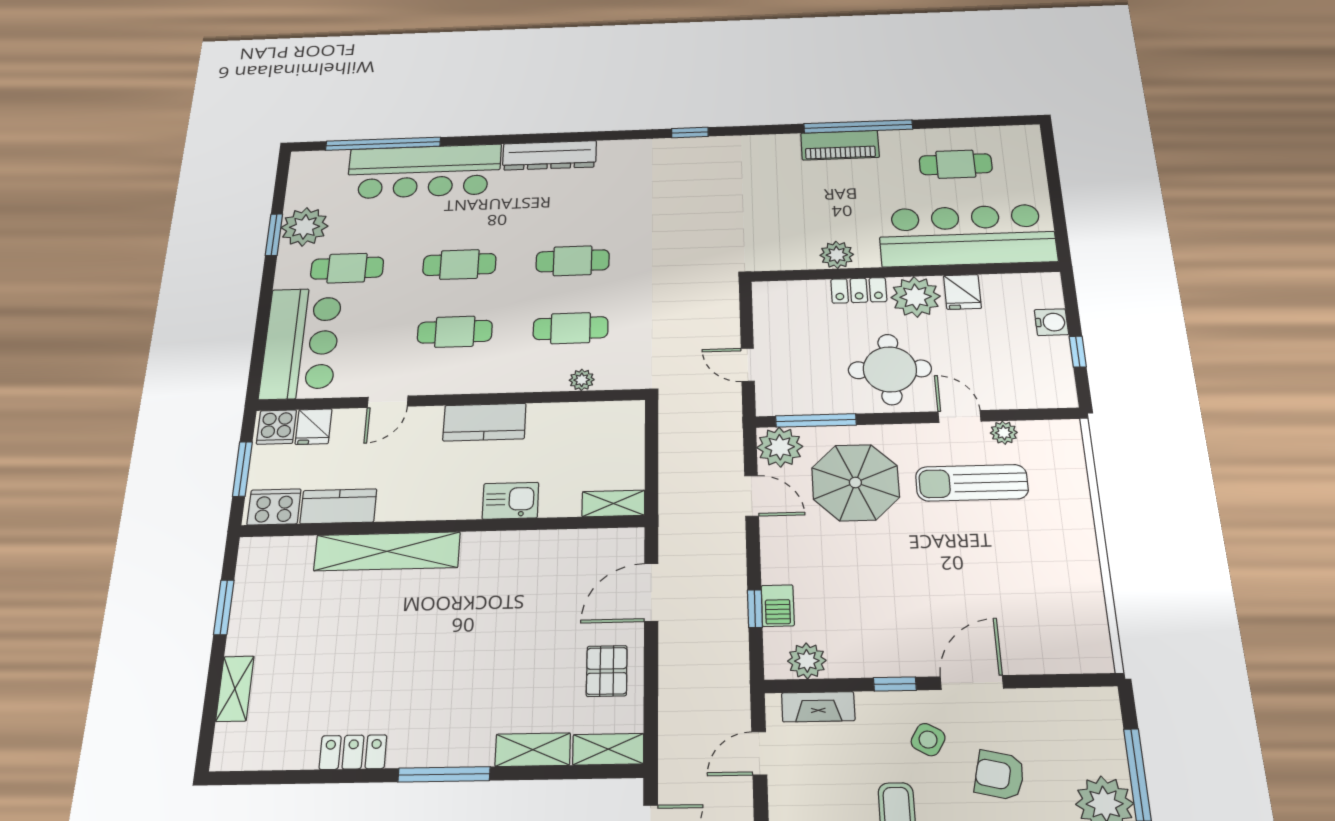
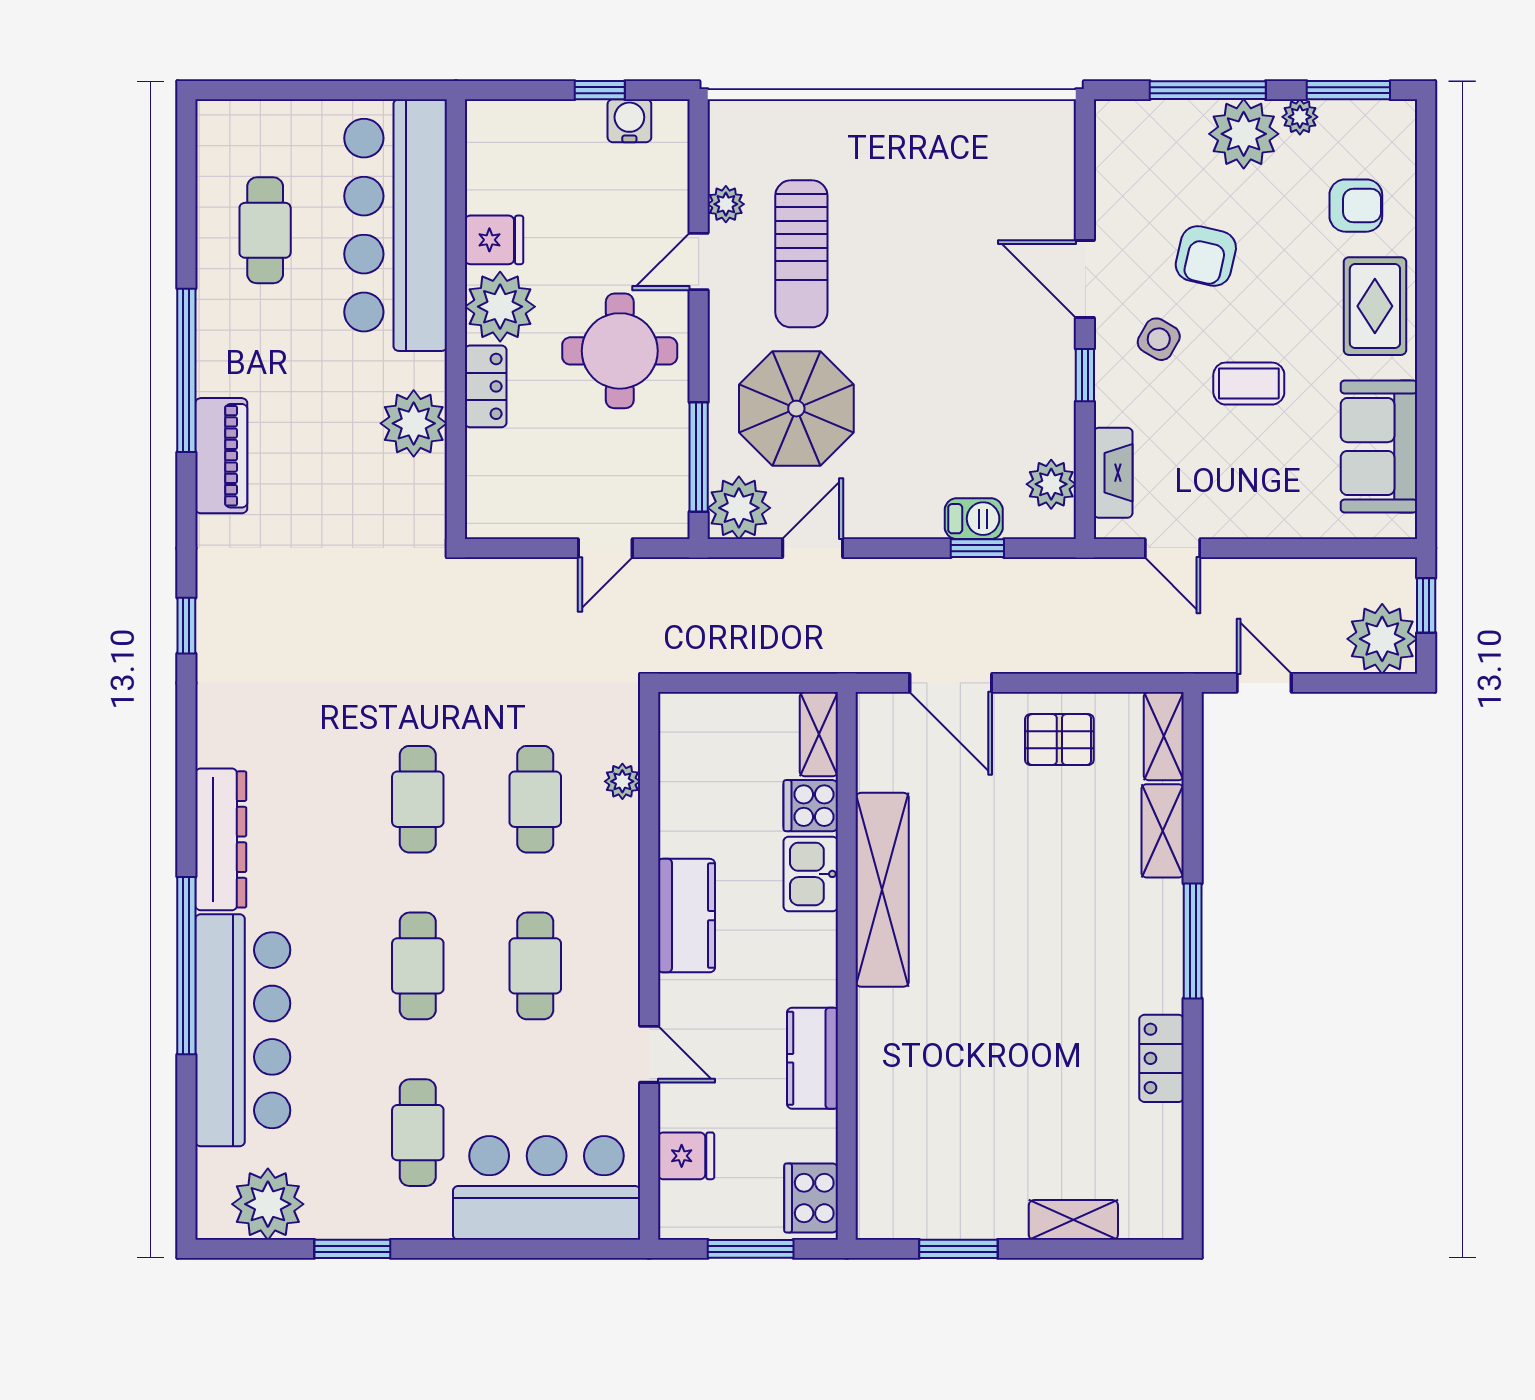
window: (383, 144) -> (186, 966), moved
piano: (840, 145) -> (221, 456), moved
plant: (304, 227) -> (268, 1204), moved
plant: (837, 255) -> (414, 423), width x1.36, depth x1.36
water cooler: (1051, 322) -> (629, 121), moved
cooker: (276, 427) -> (811, 806), moved, turned 180
kitchen counter: (338, 506) -> (812, 1058), moved
shelving: (387, 551) -> (882, 890), moved

